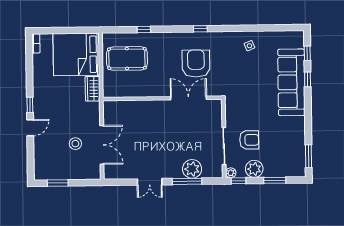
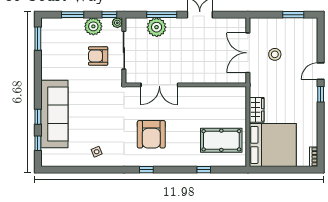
wall: (162, 98) -> (186, 85), moved
double door: (188, 98) -> (159, 85), moved

